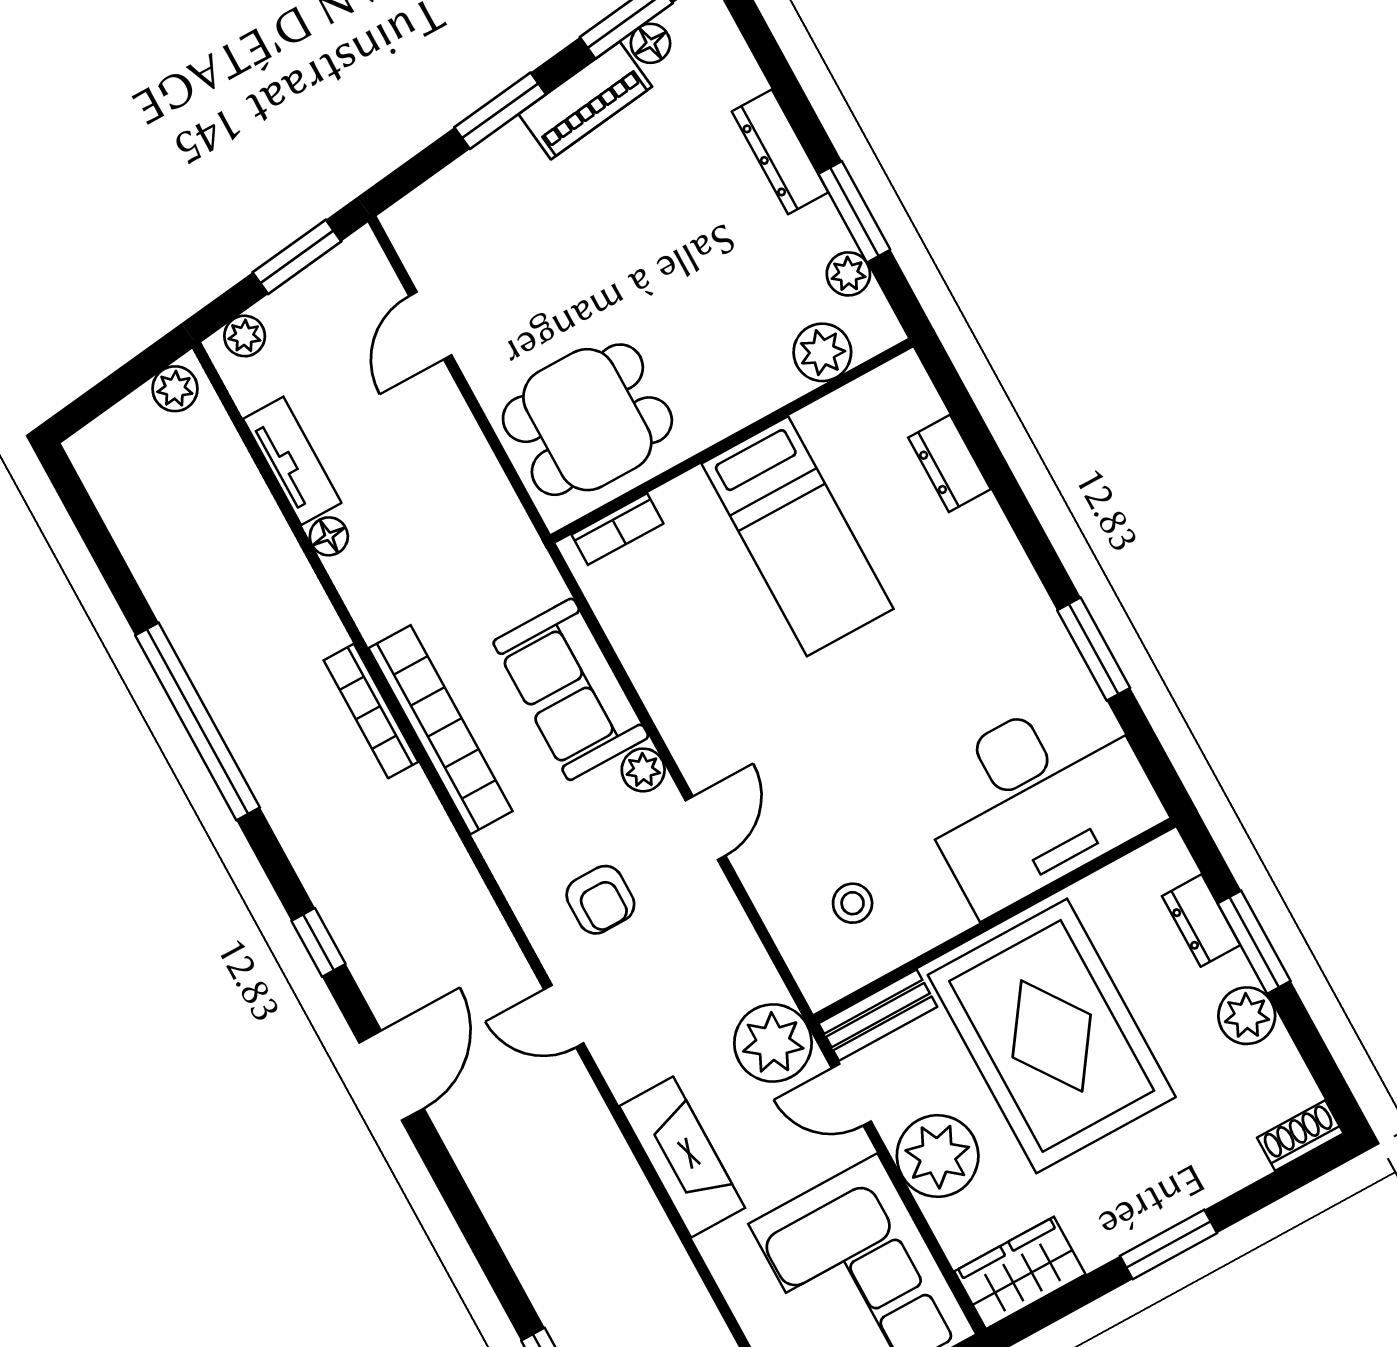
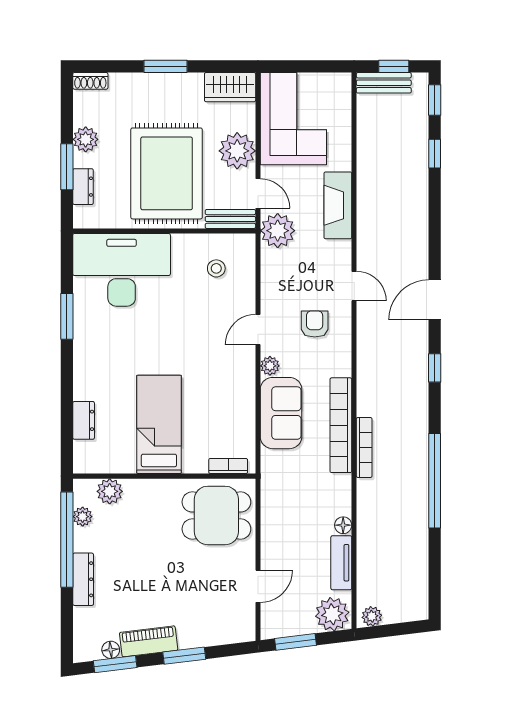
window: (854, 212) -> (67, 540), width x2.11
plant: (245, 336) -> (332, 614), width x1.87, depth x1.87

